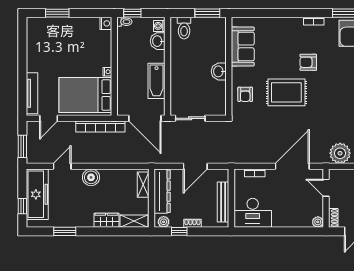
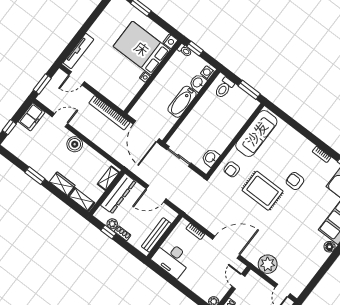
sofa: (243, 46) -> (256, 133), width x1.36
washbasin: (219, 71) -> (210, 158), moved
bathtub: (156, 81) -> (182, 102), moved
bed: (85, 95) -> (142, 48), moved
freezer: (37, 194) -> (32, 117), width x0.52, depth x0.79
plant: (164, 222) -> (112, 224), moved
window: (65, 231) -> (35, 176), moved

